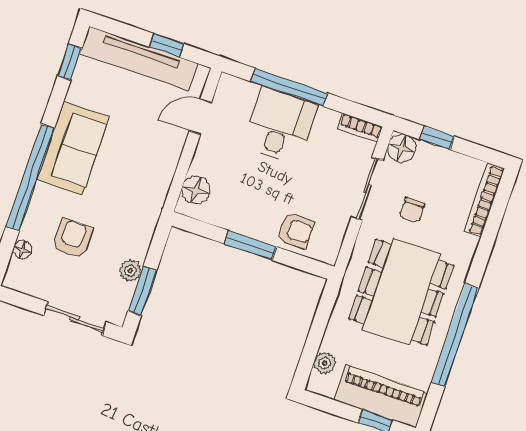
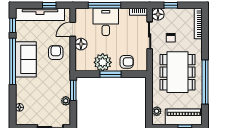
window: (30, 177) -> (13, 61), moved
floor lamp: (196, 190) -> (81, 44), moved
plant: (242, 213) -> (103, 62), added
armchair: (72, 238) -> (56, 53), moved
window: (142, 291) -> (73, 90), moved

